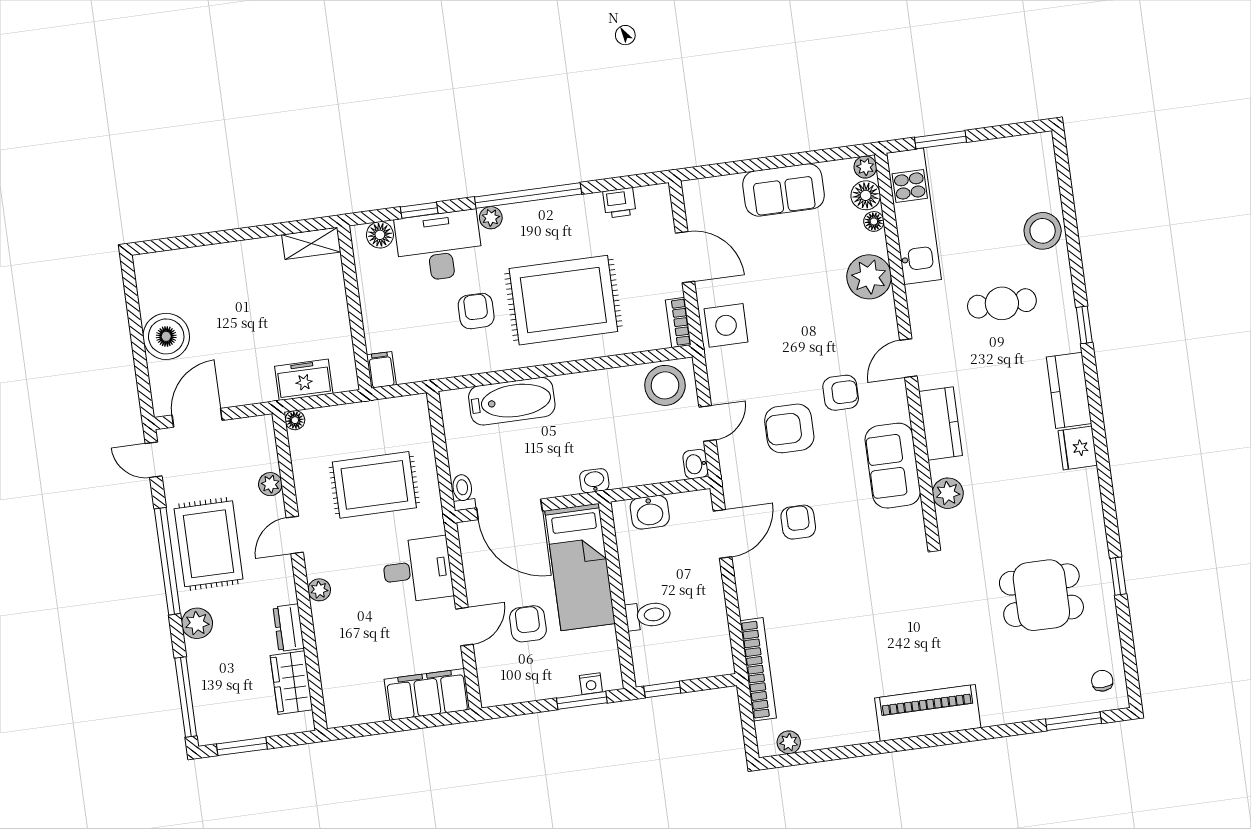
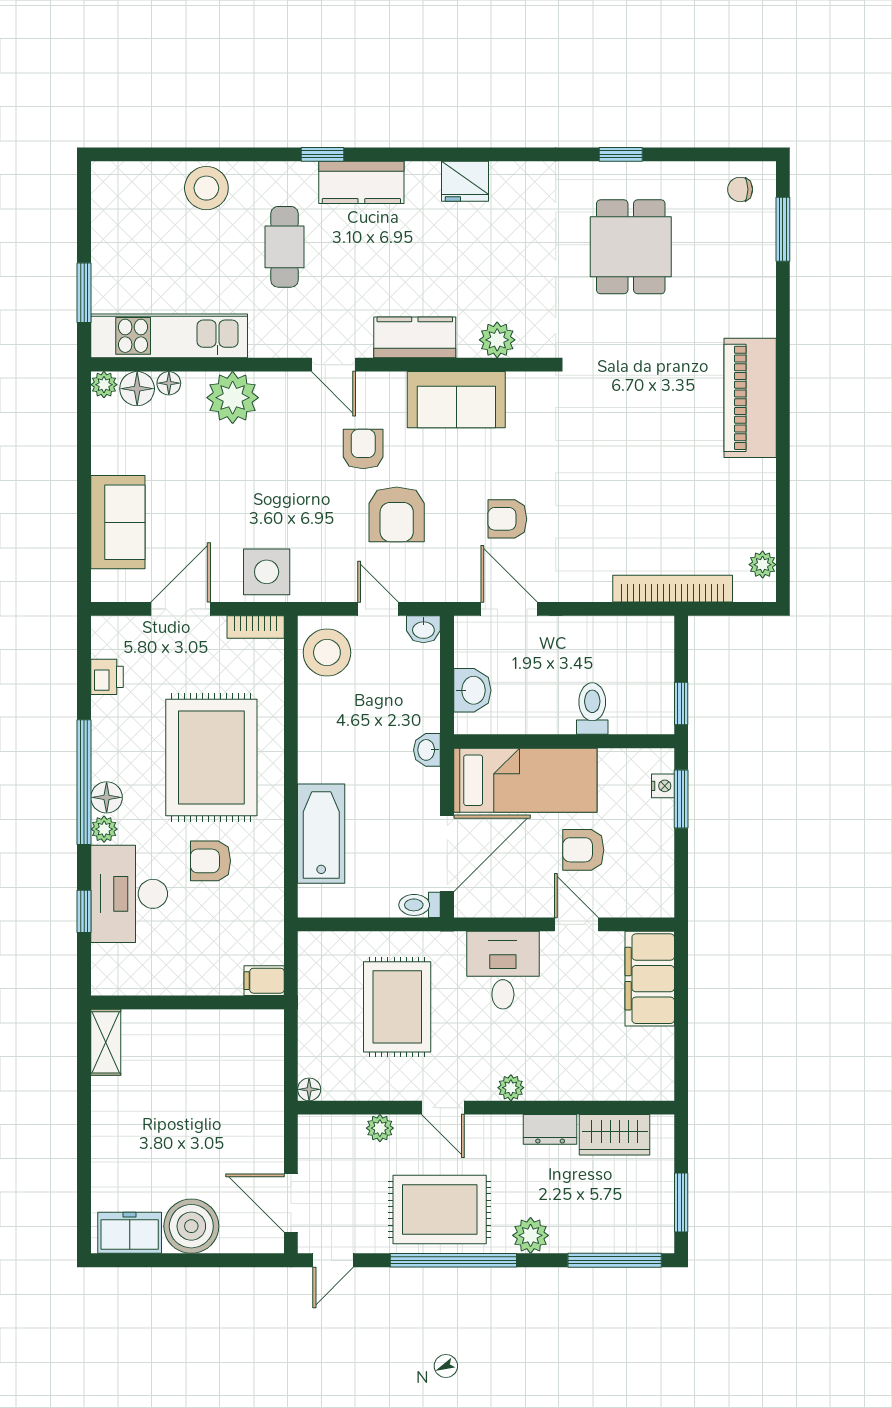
sofa: (784, 190) -> (118, 522), moved
floor lamp: (380, 235) -> (107, 797), moved
freezer: (304, 380) -> (130, 1233), moved, turned 90
kitchen counter: (1069, 390) -> (361, 182), moved

